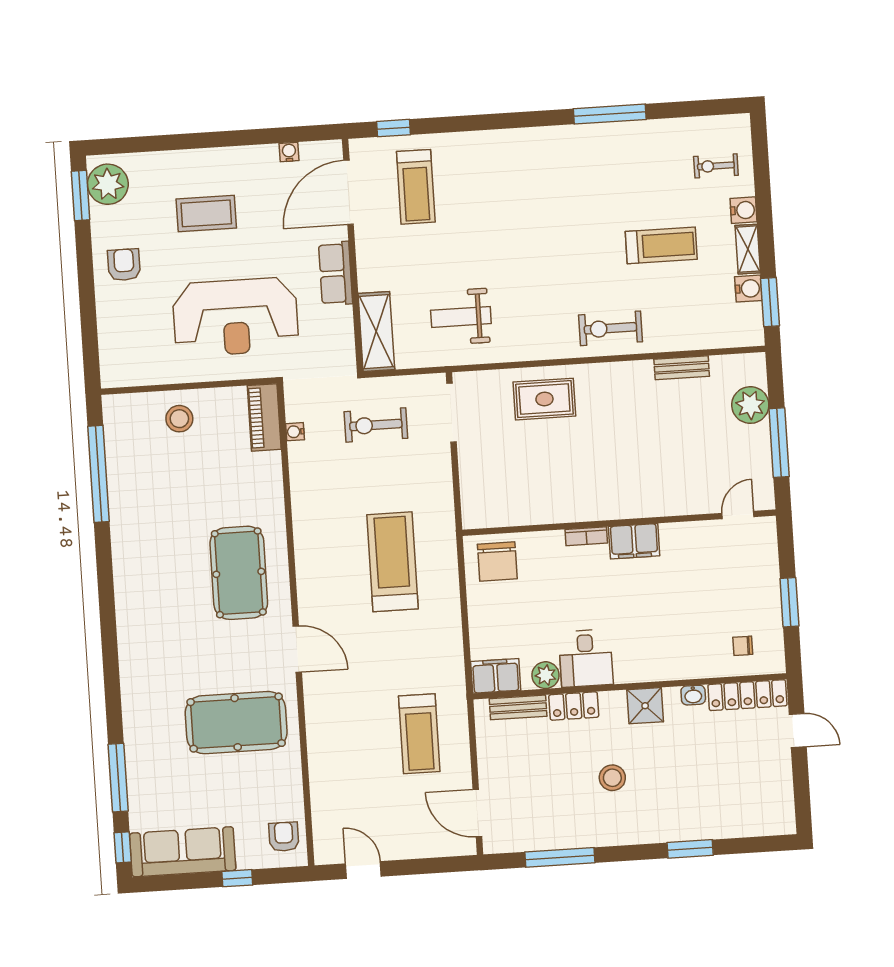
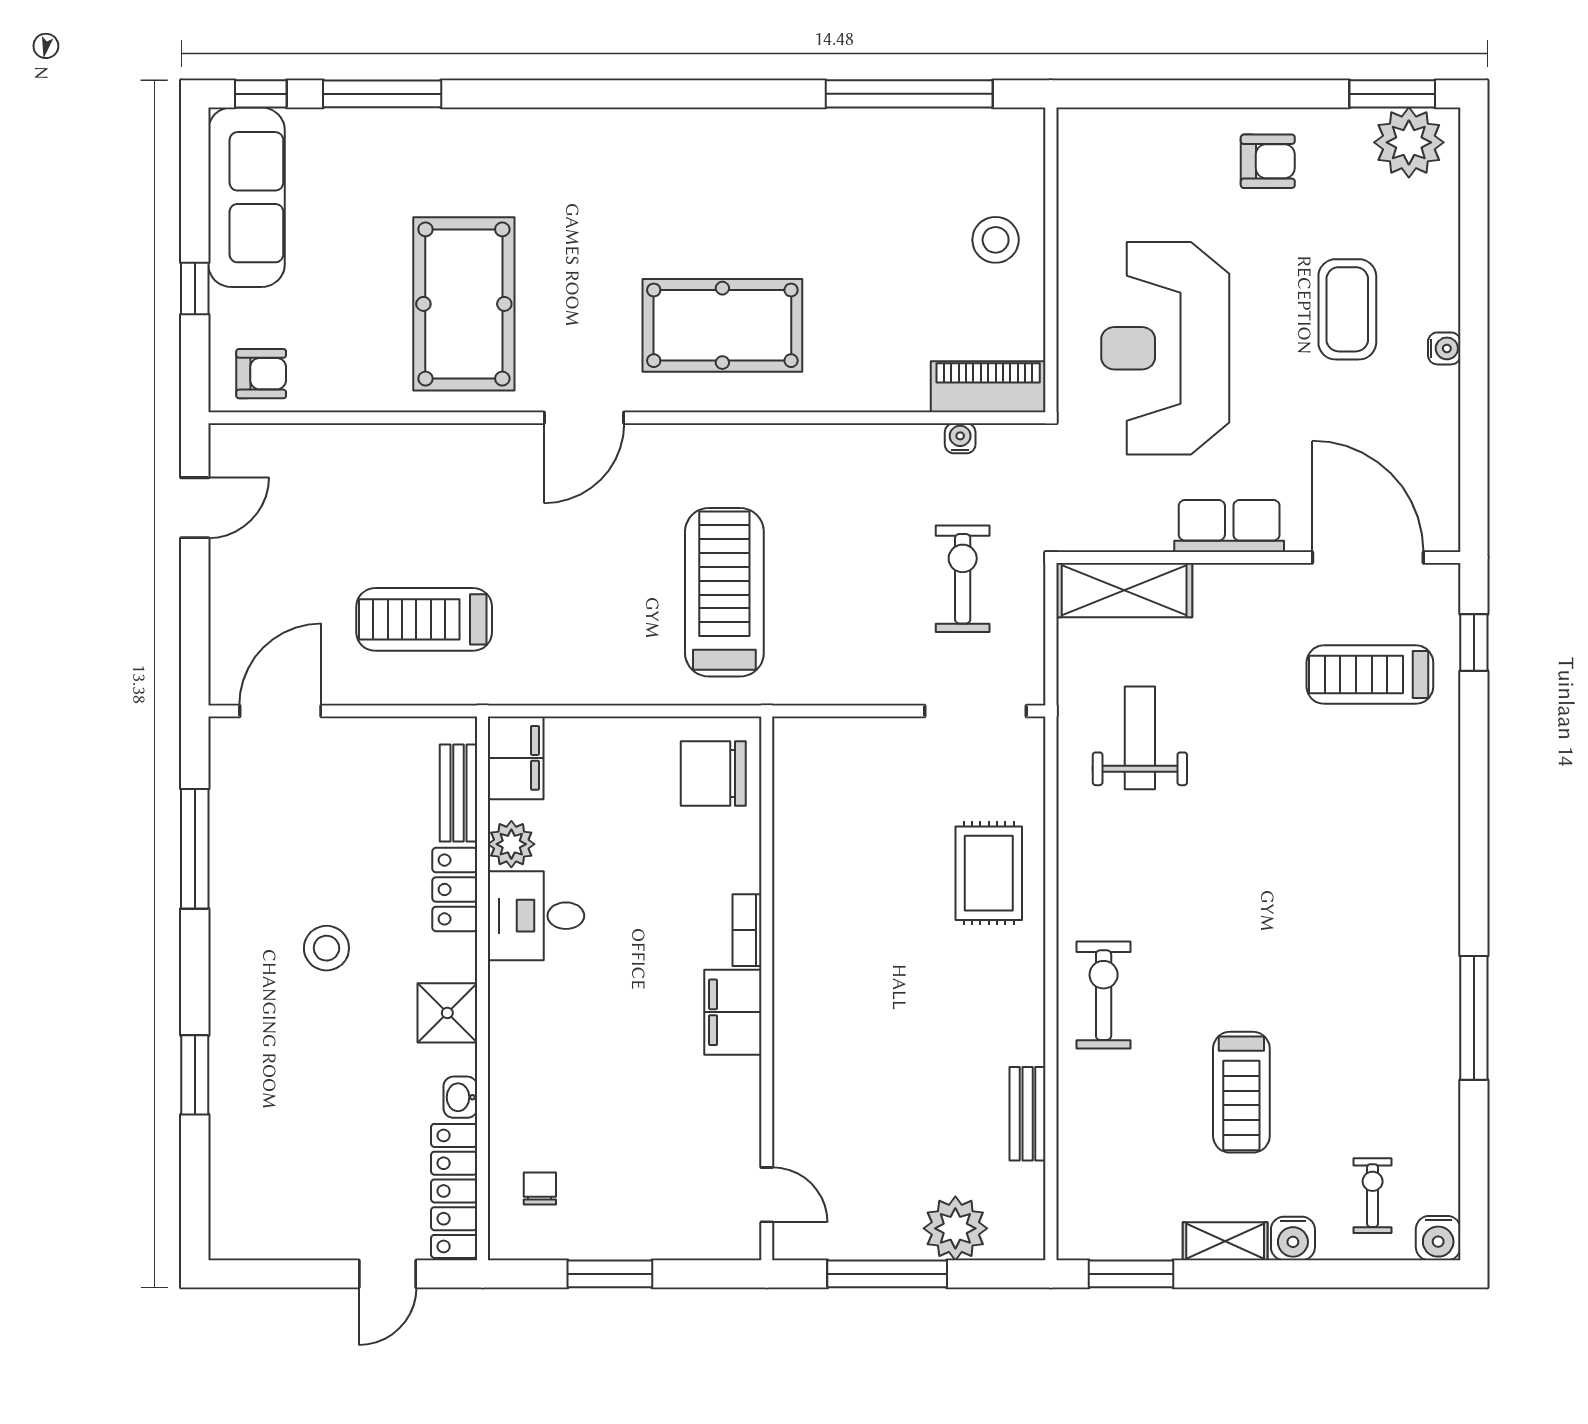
water cooler: (289, 152) -> (1444, 348), moved
water cooler: (748, 289) -> (1438, 1238), moved
treadmill: (392, 562) -> (724, 592), turned -90

